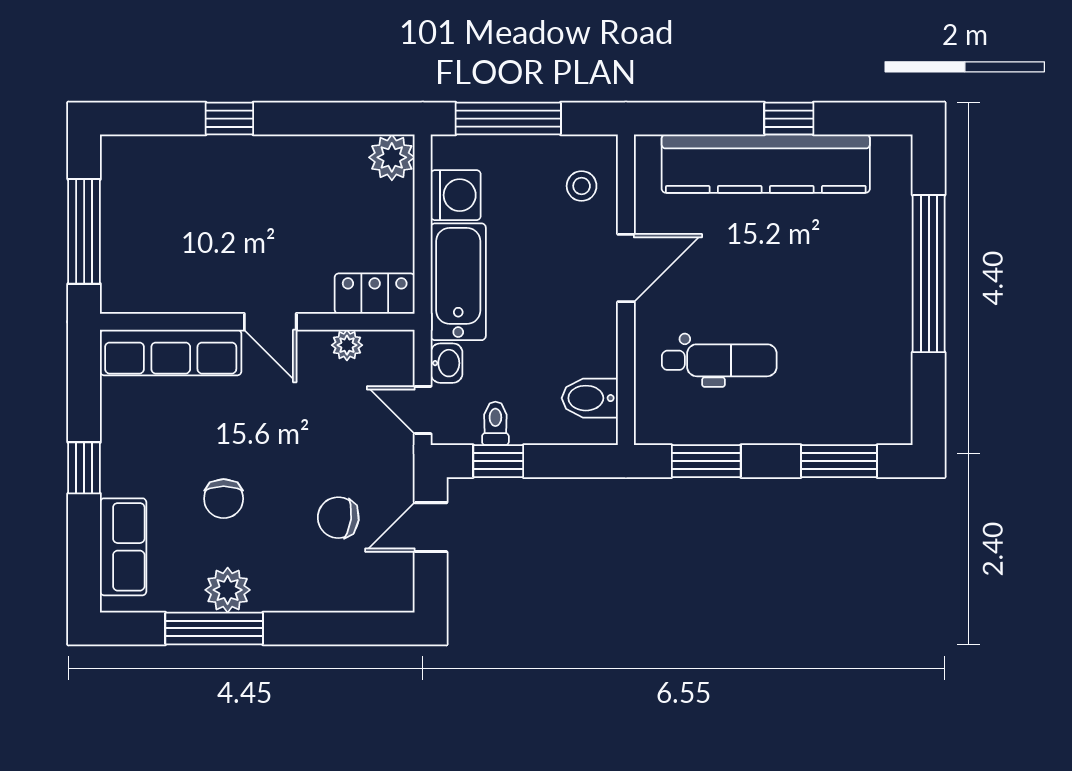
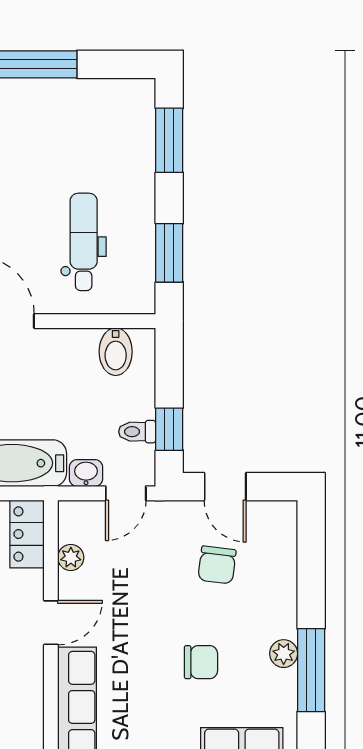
plant: (228, 590) -> (284, 654), width x0.73, depth x0.73

